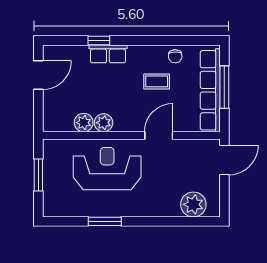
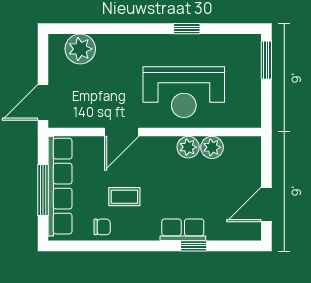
chair: (175, 56) -> (102, 227), turned 92
window: (38, 175) -> (266, 60), moved
window: (105, 221) -> (187, 29), width x0.67

